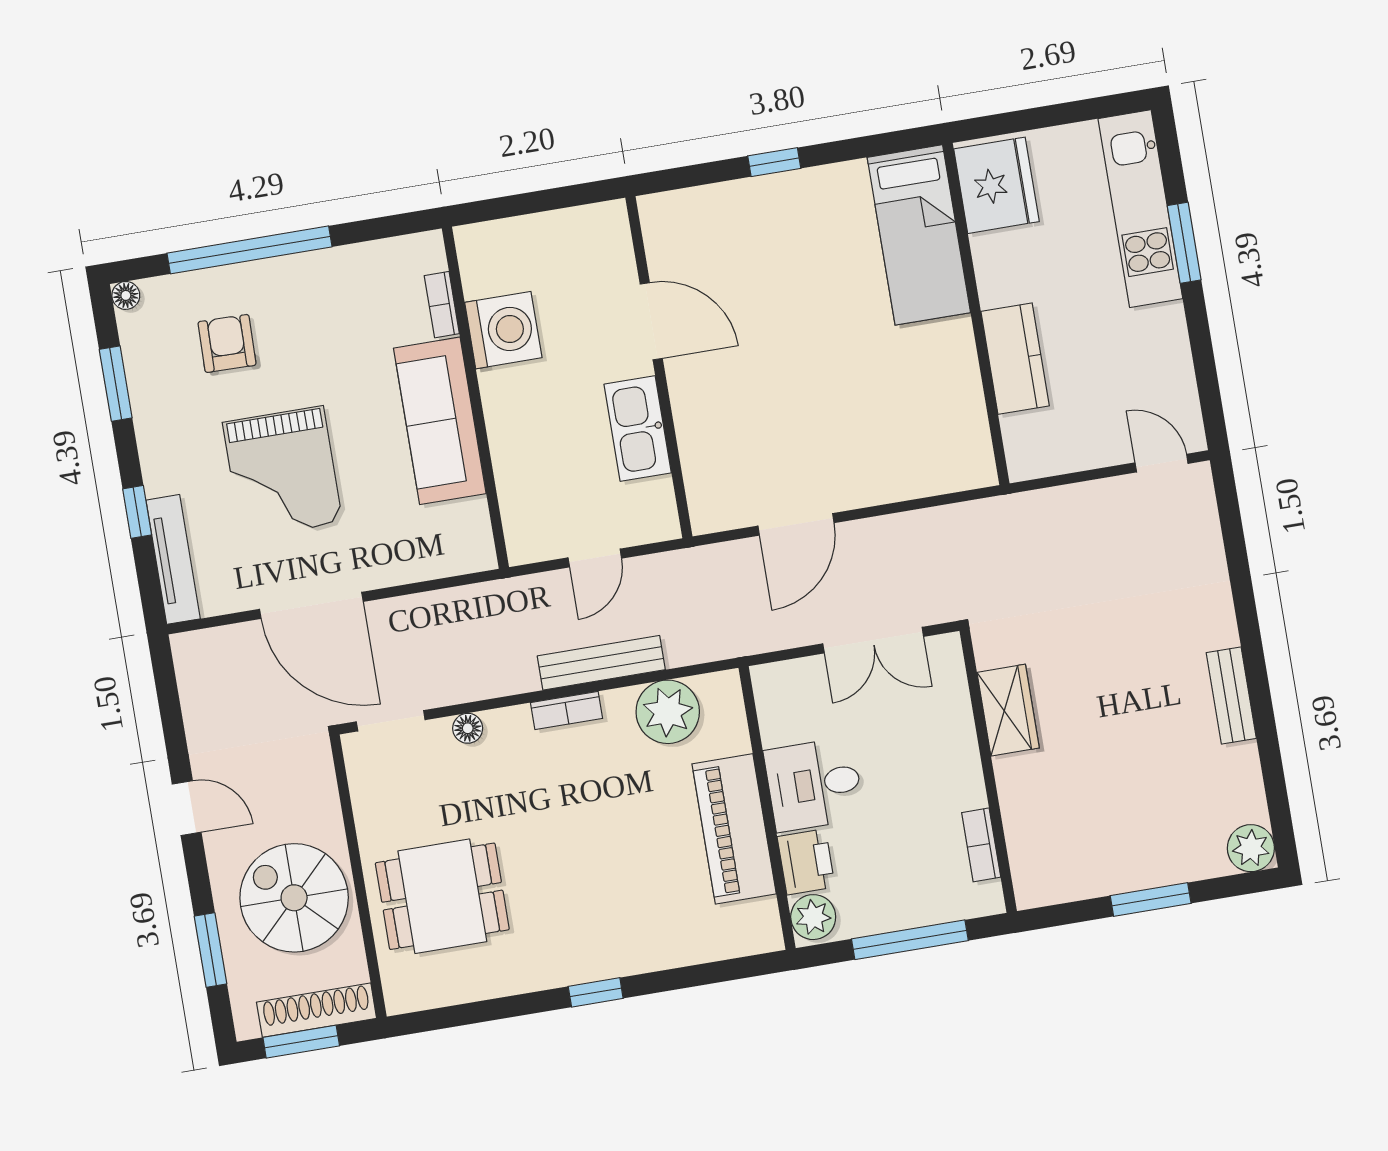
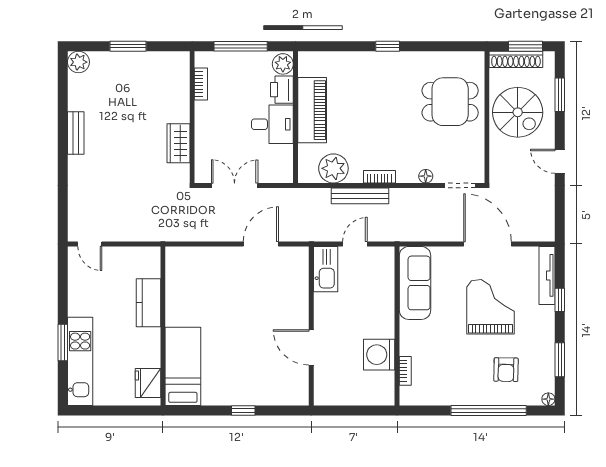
fridge: (996, 185) -> (148, 383), width x0.73, depth x0.75
sofa: (440, 421) -> (415, 283), moved
kitchen sink: (638, 429) -> (326, 269), moved

